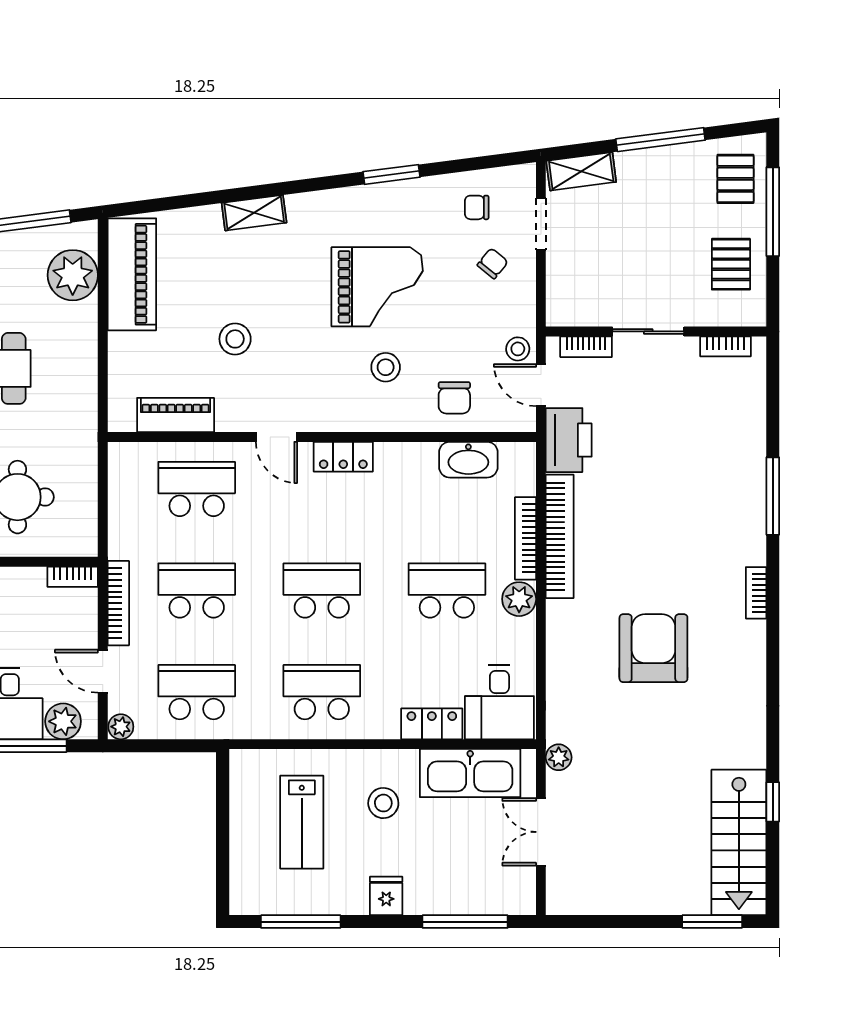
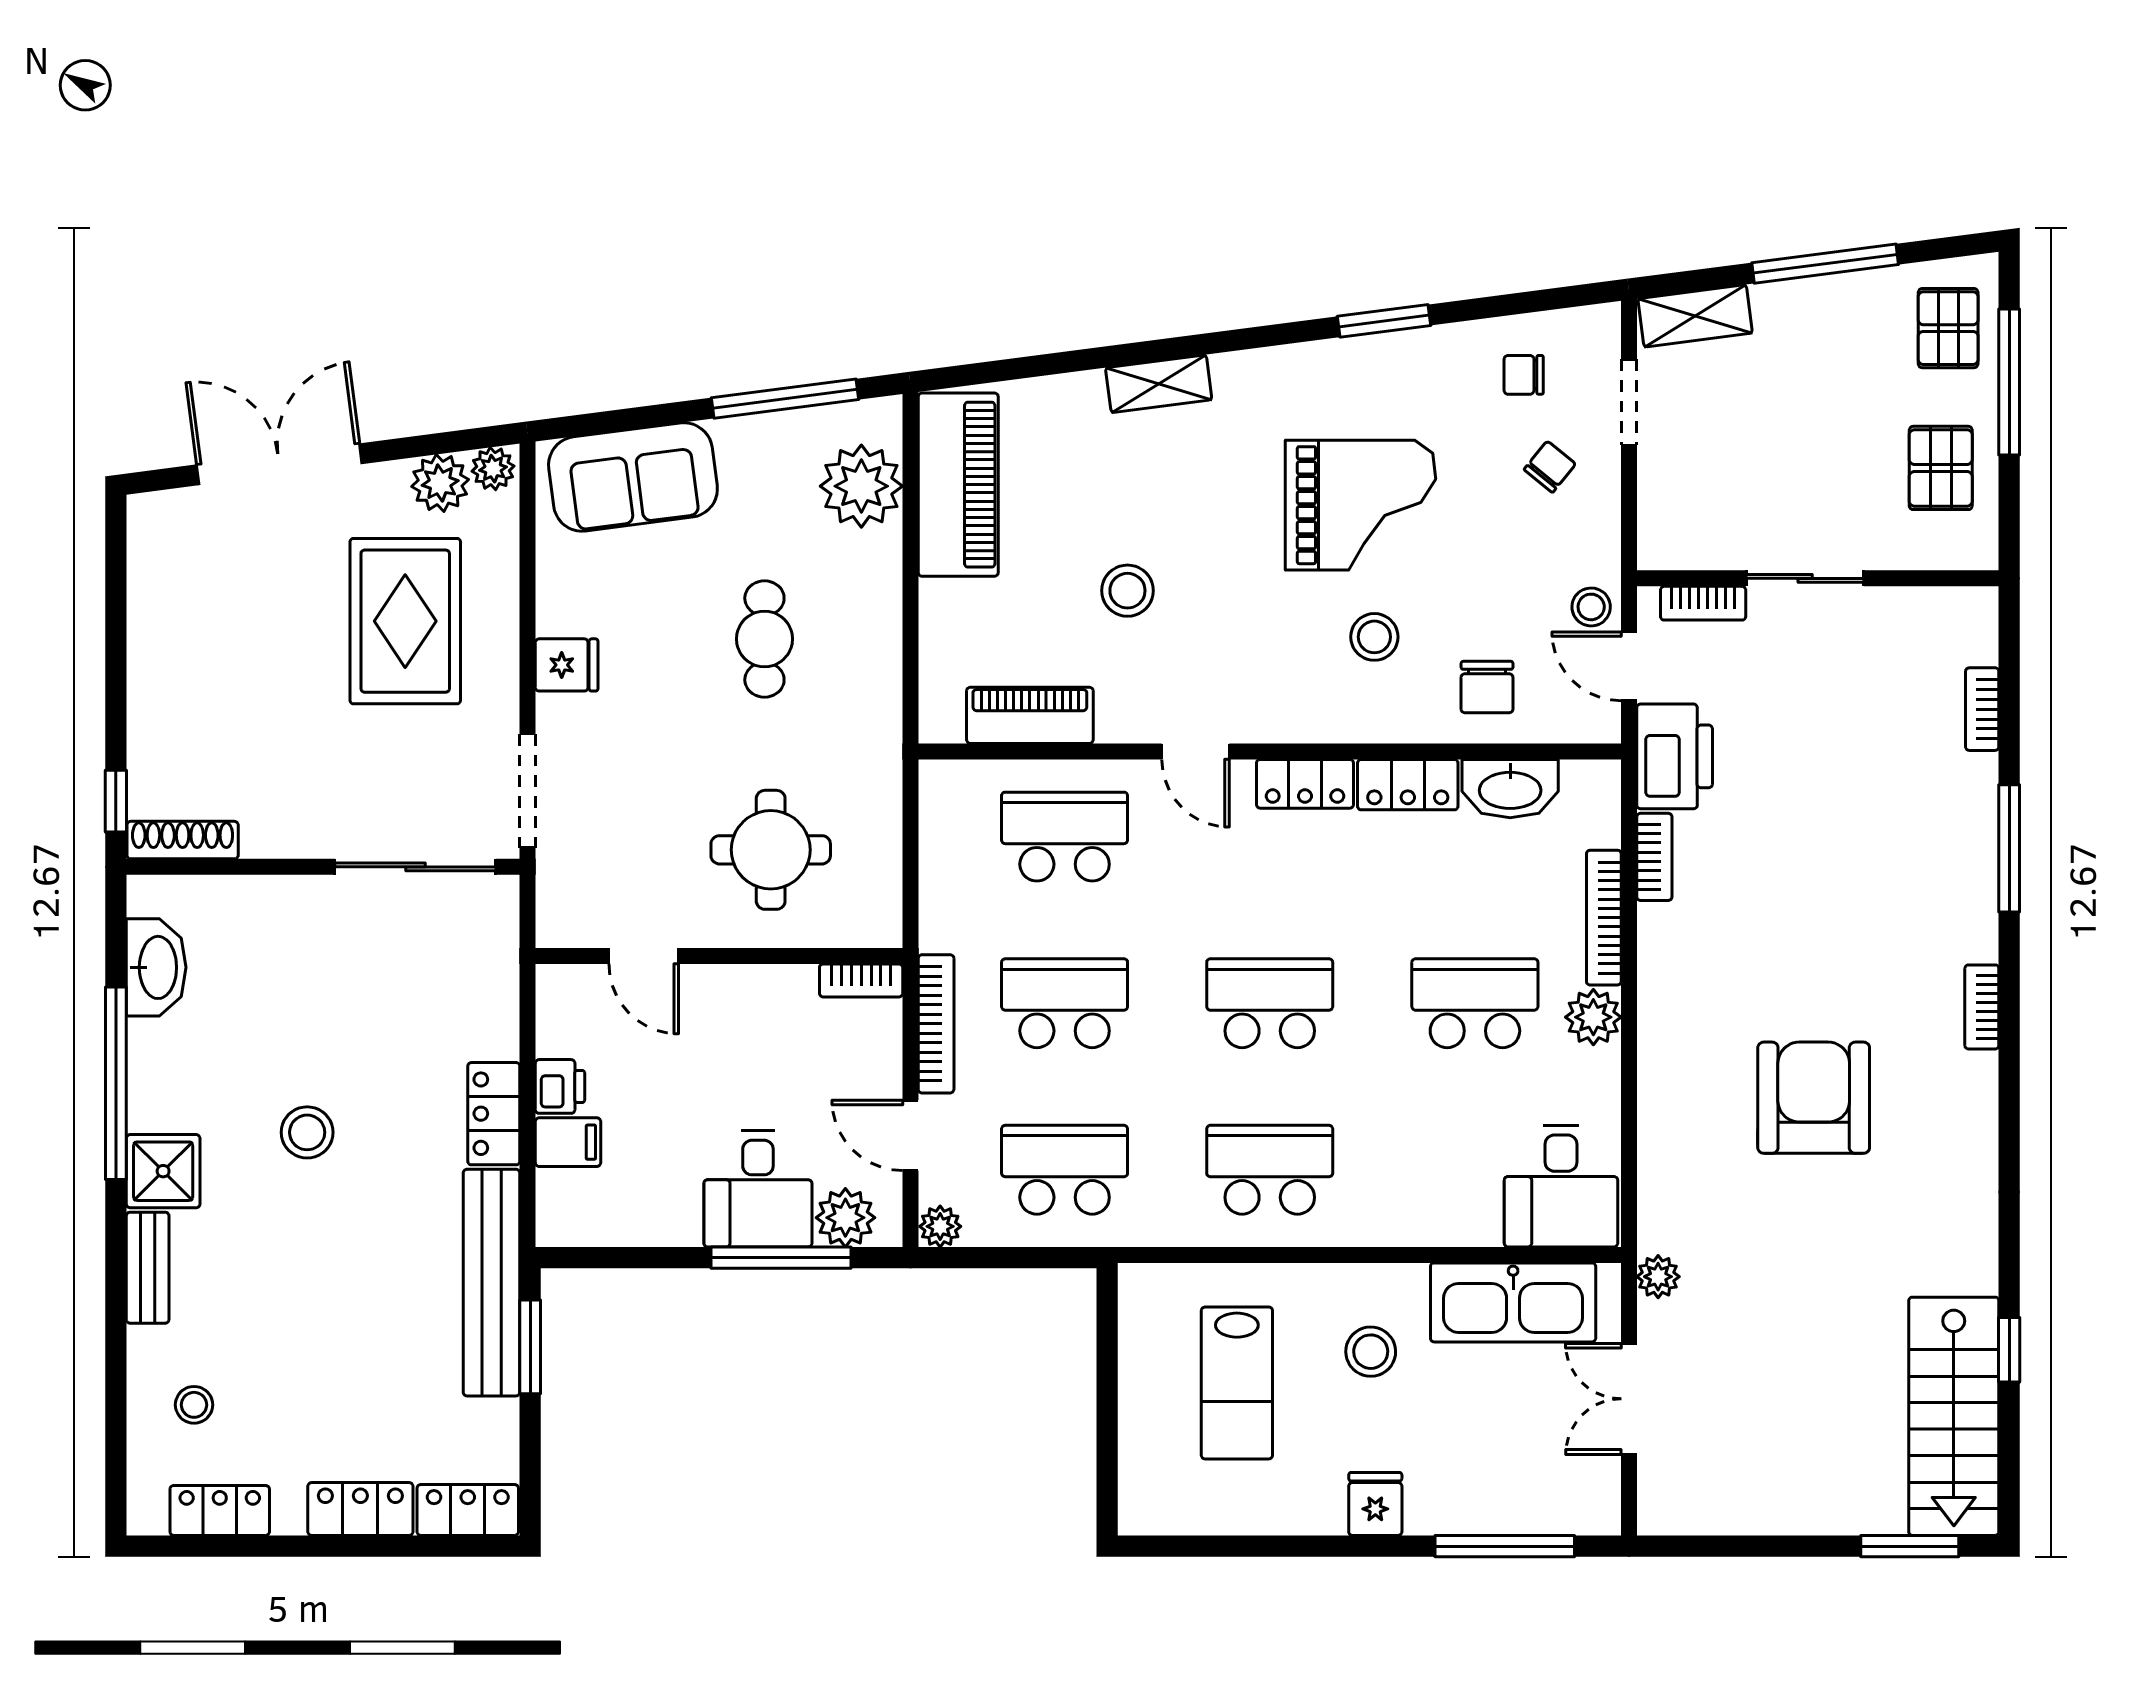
bookcase: (726, 346) -> (1982, 709), moved, turned 90
bookcase: (560, 536) -> (1654, 857), width x0.43, depth x0.76
locker: (432, 724) -> (1408, 785), moved, turned 180
window: (301, 922) -> (1235, 1546), removed

